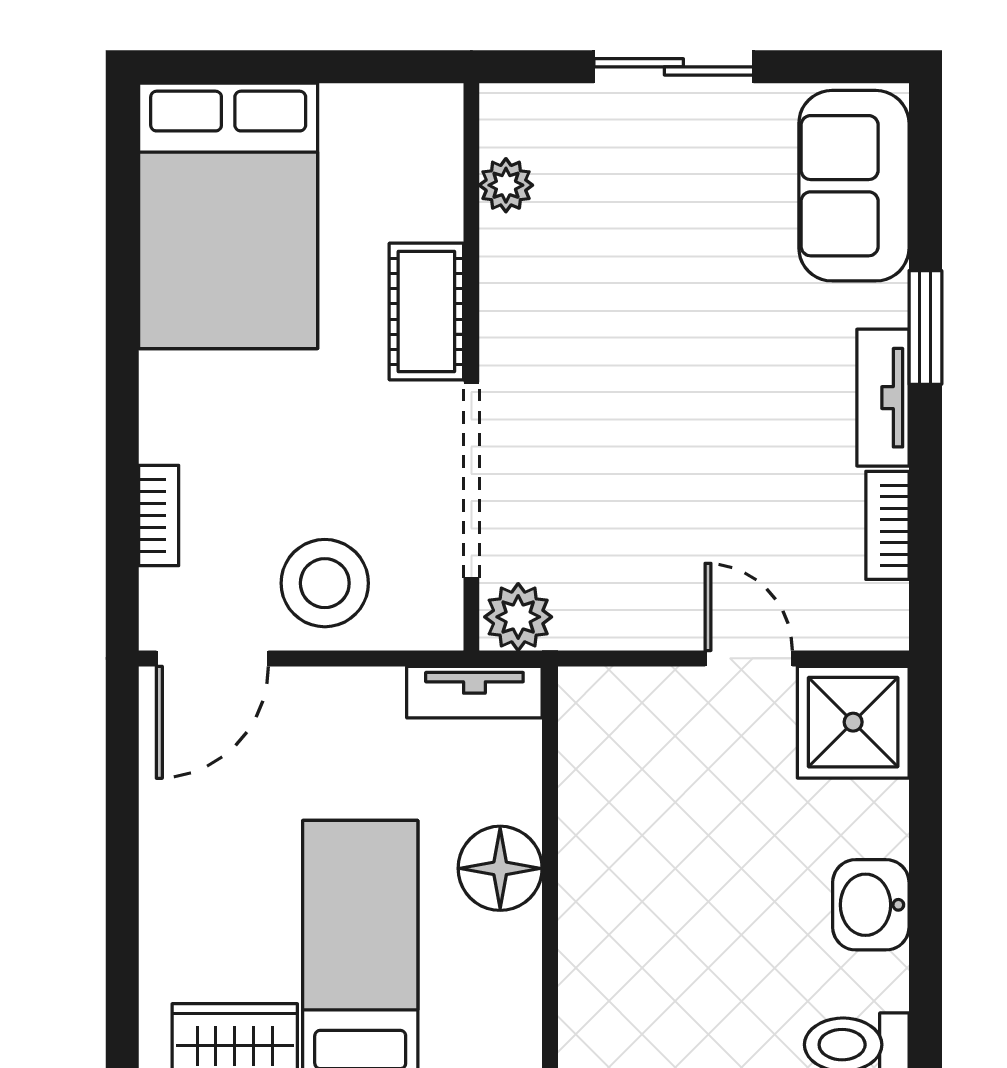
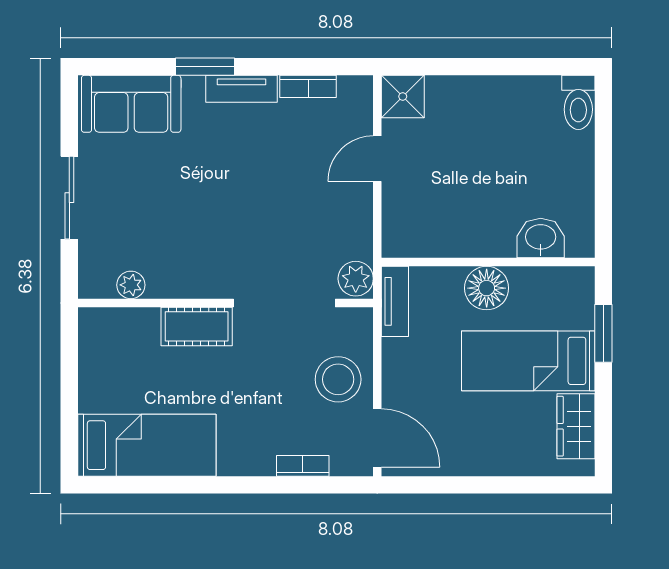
bed: (228, 216) -> (147, 445), width x0.67
shower: (853, 722) -> (403, 96), width x0.73, depth x0.73
washbasin: (871, 905) -> (541, 238), moved, turned 180

